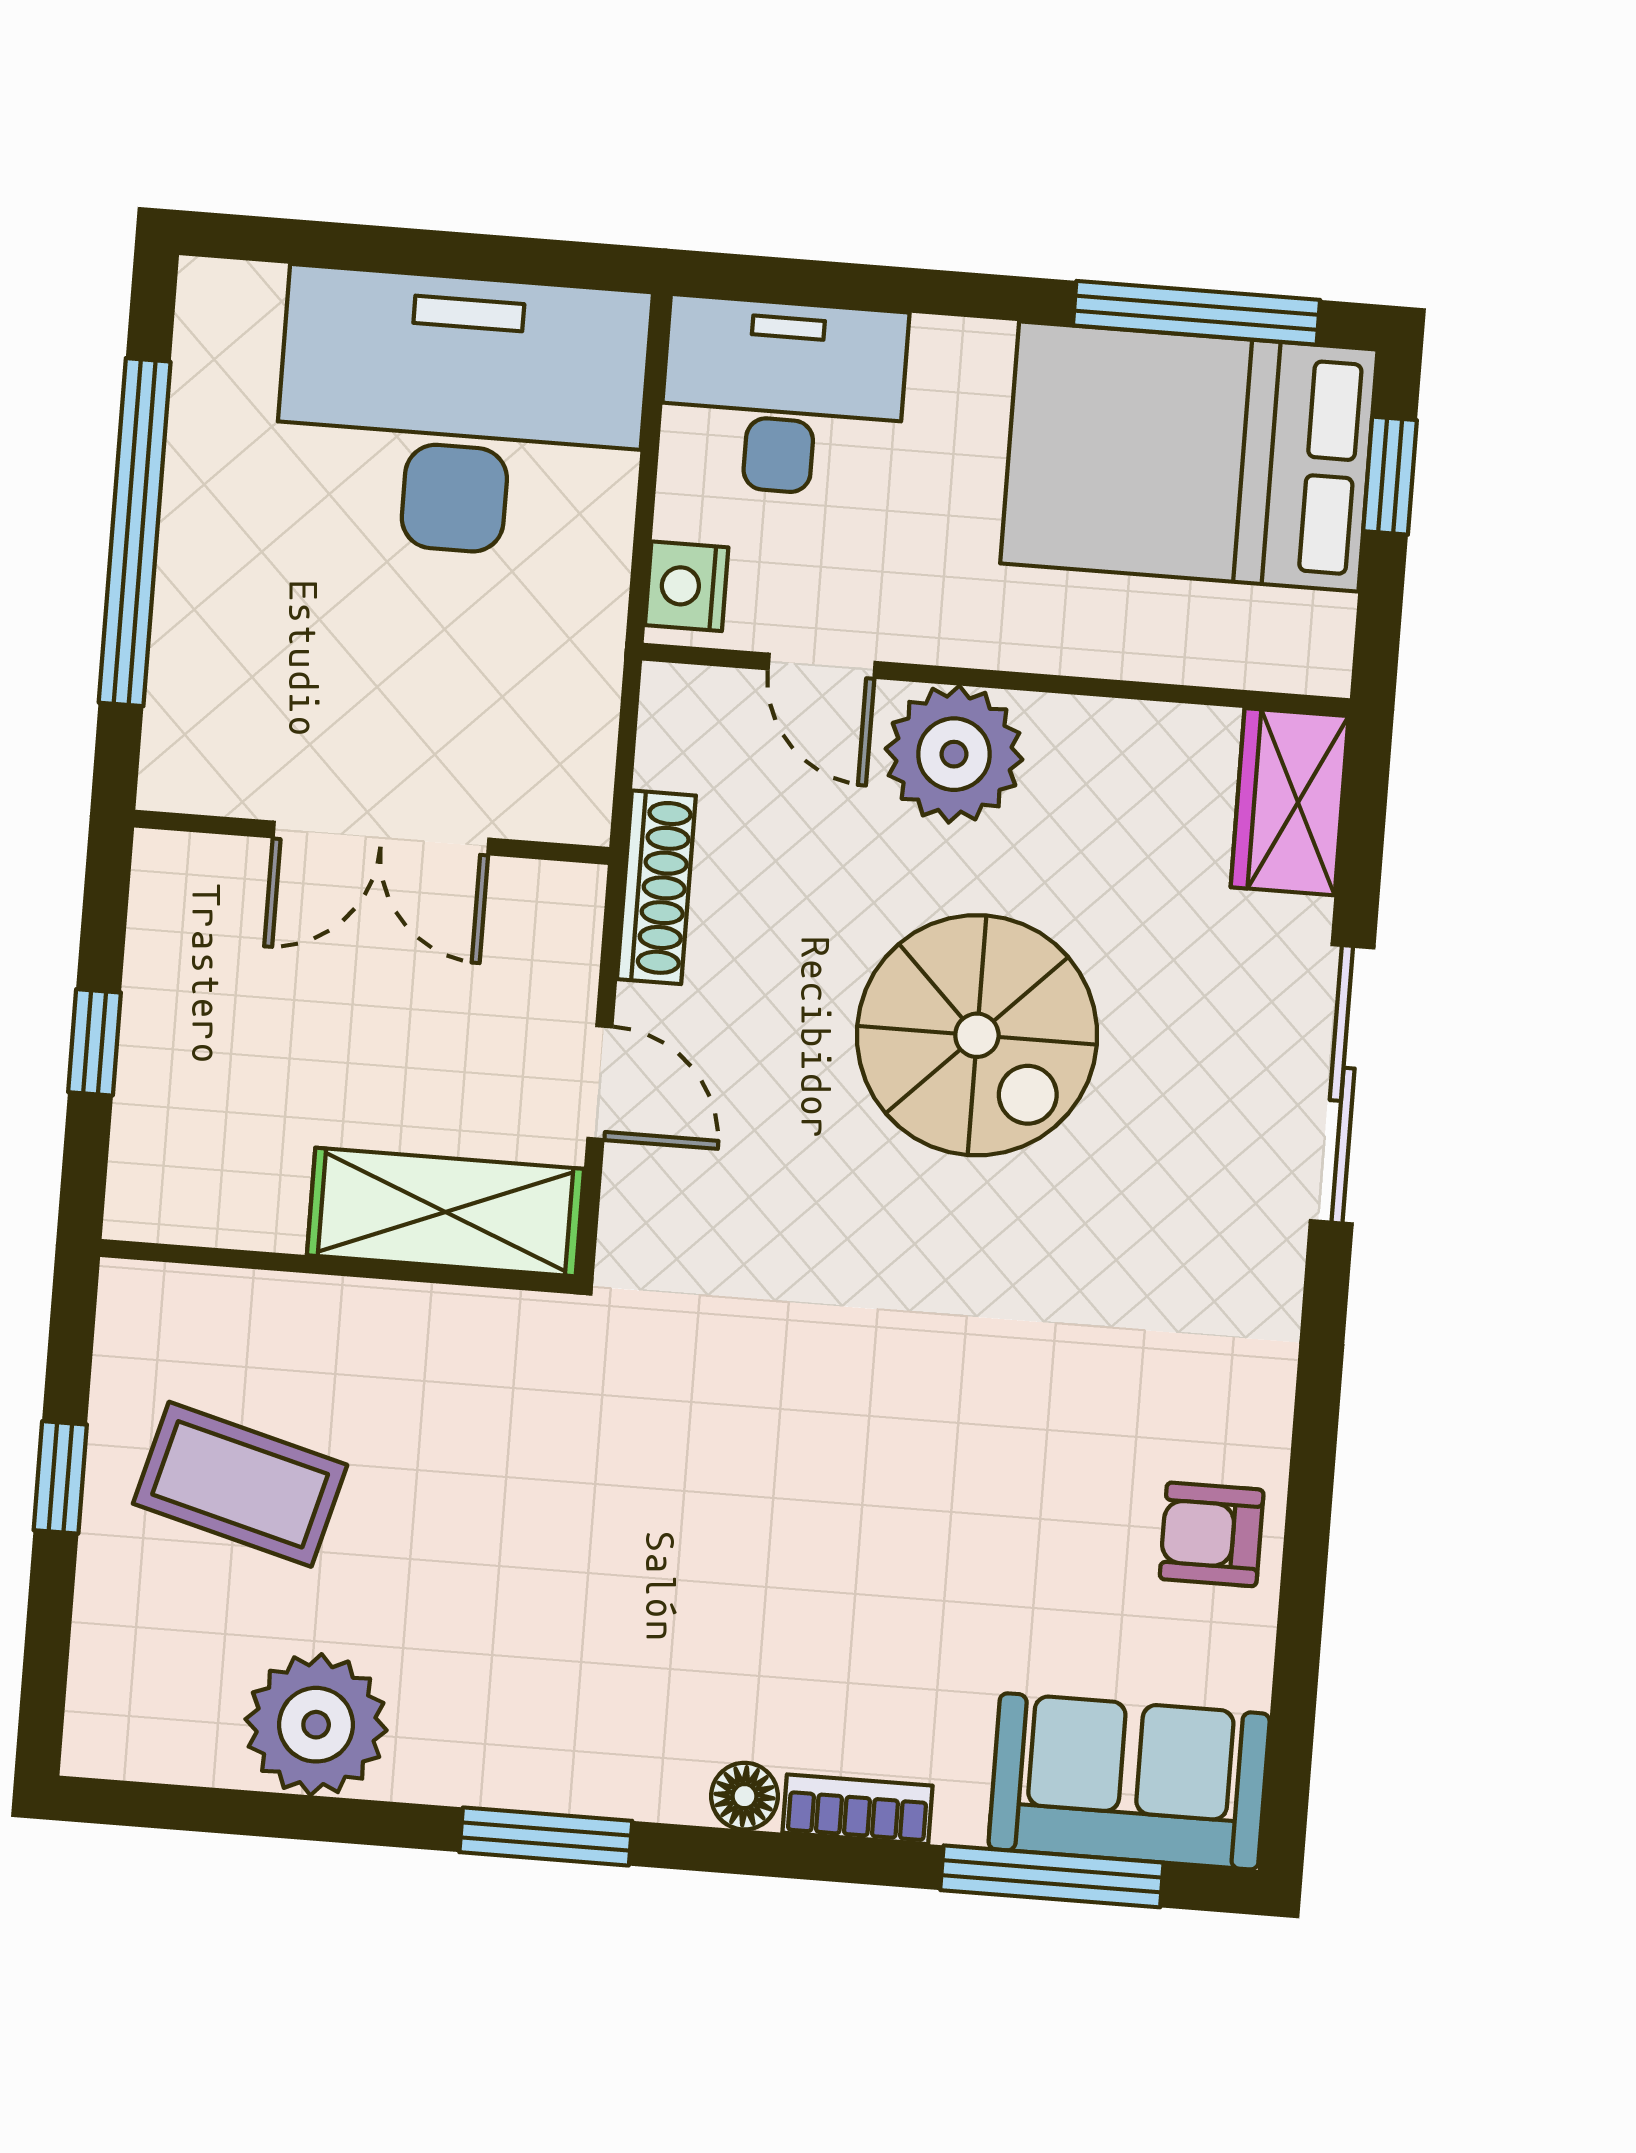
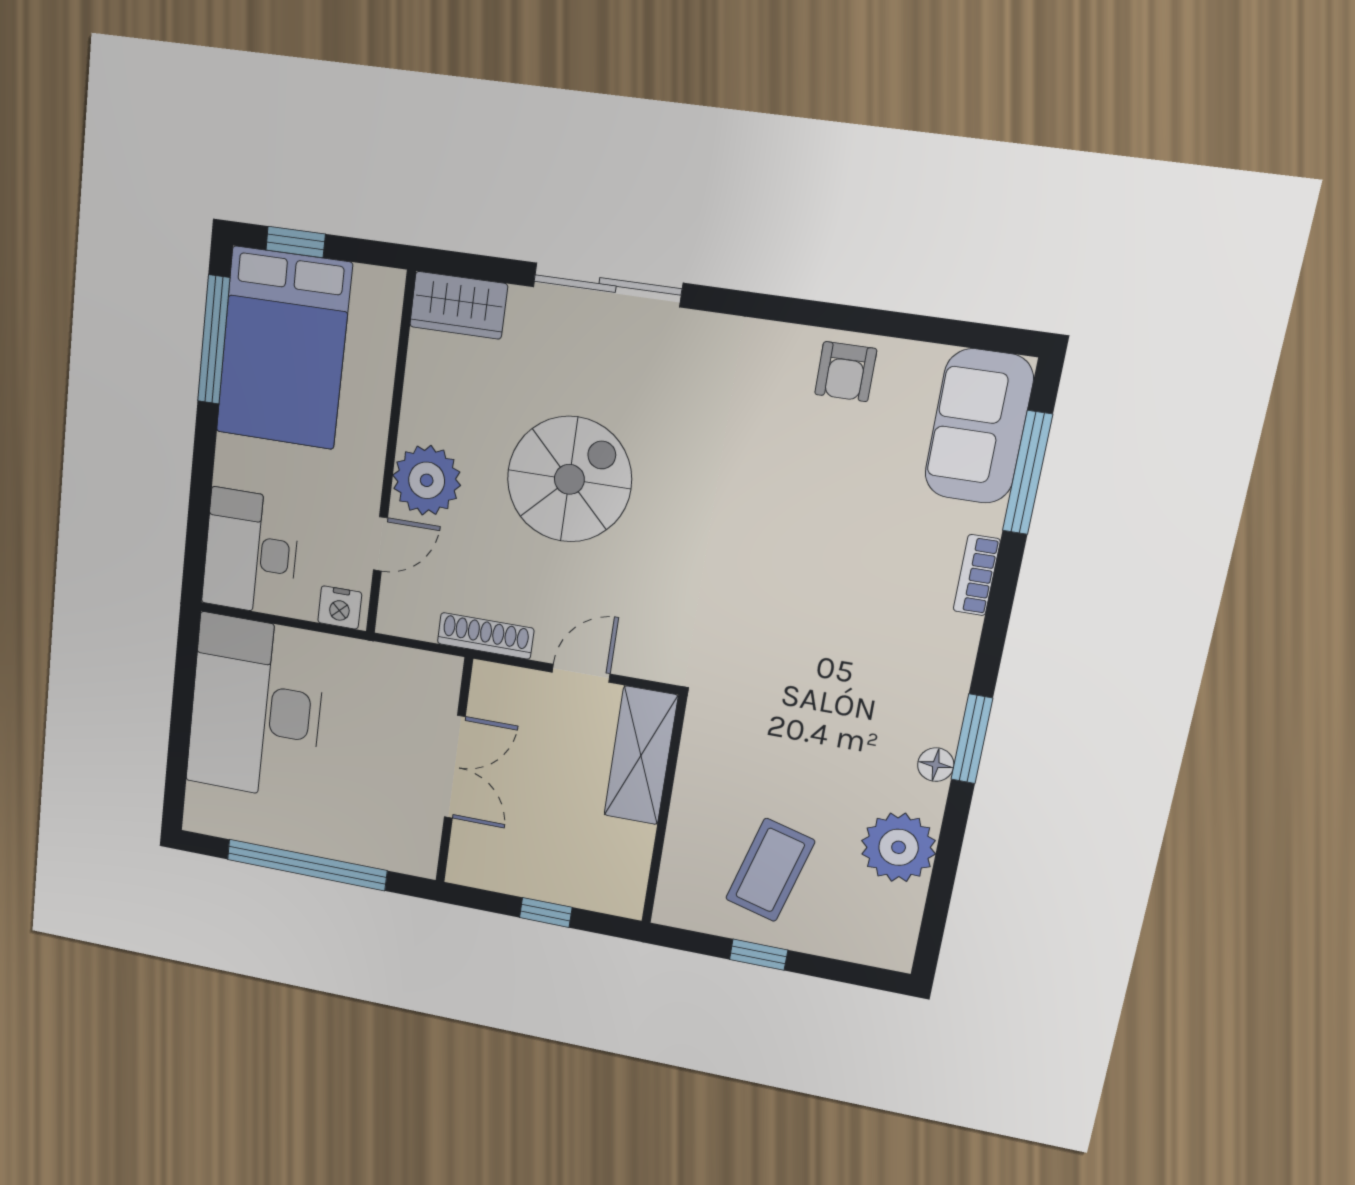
floor lamp: (745, 1796) -> (936, 765), moved

